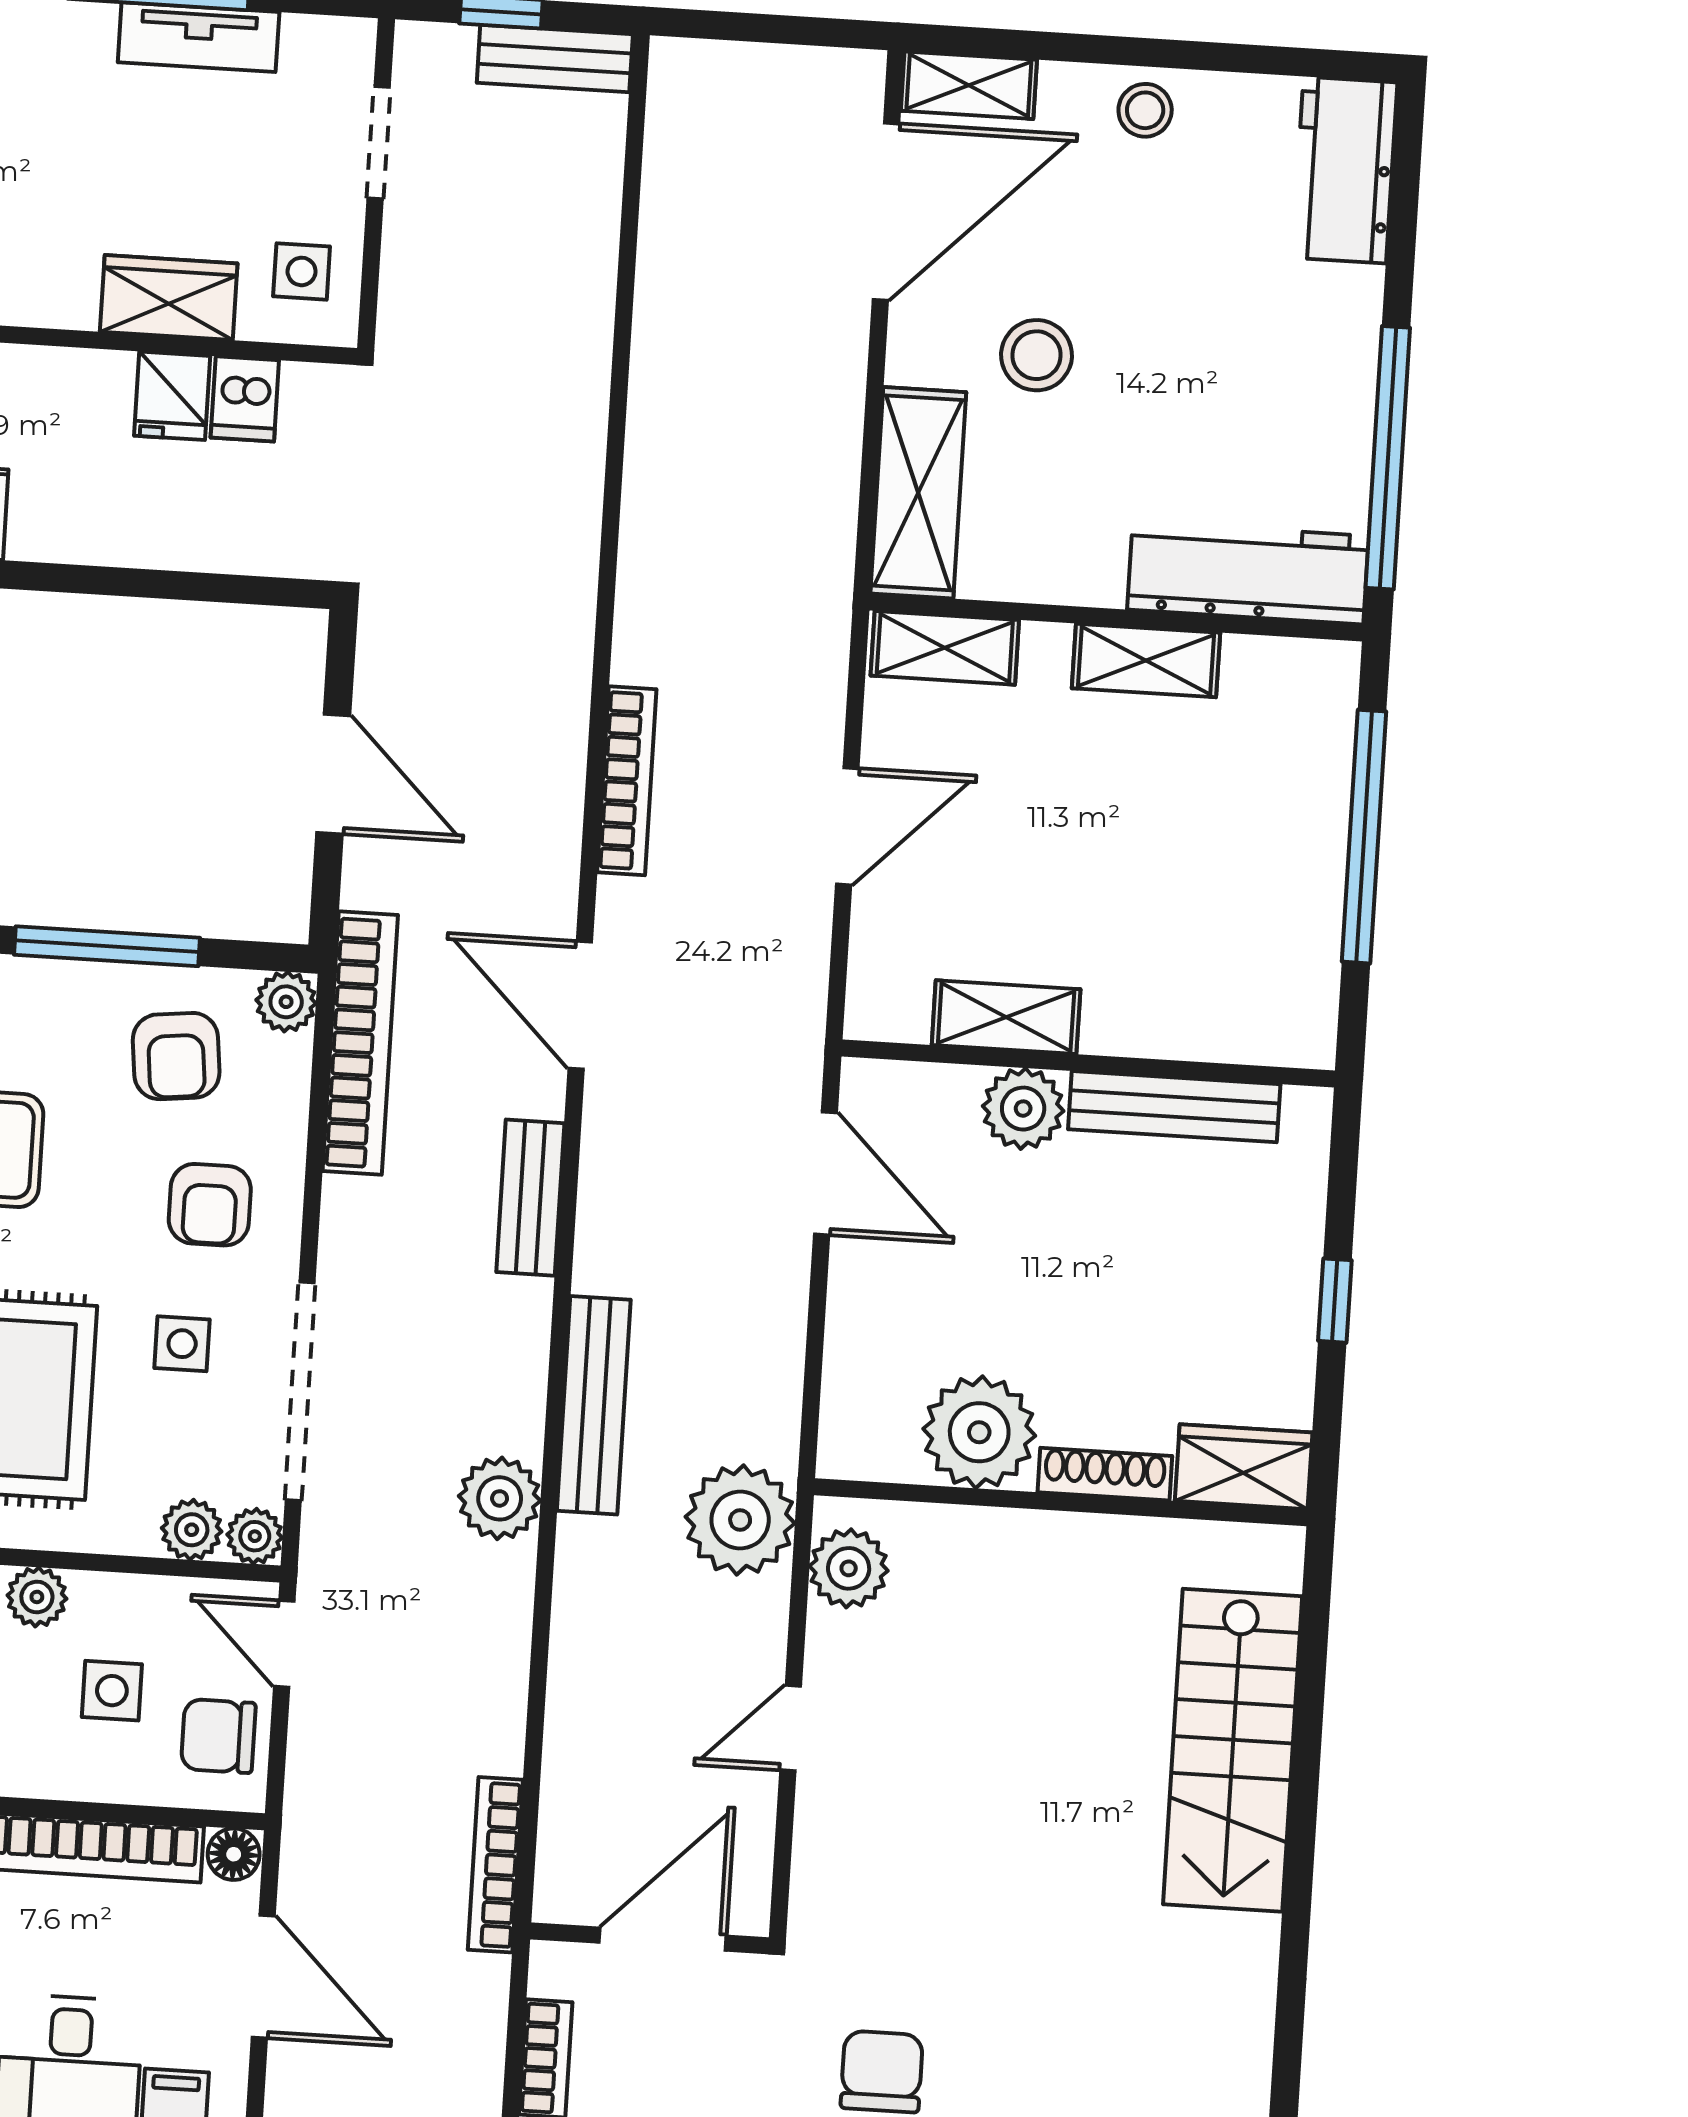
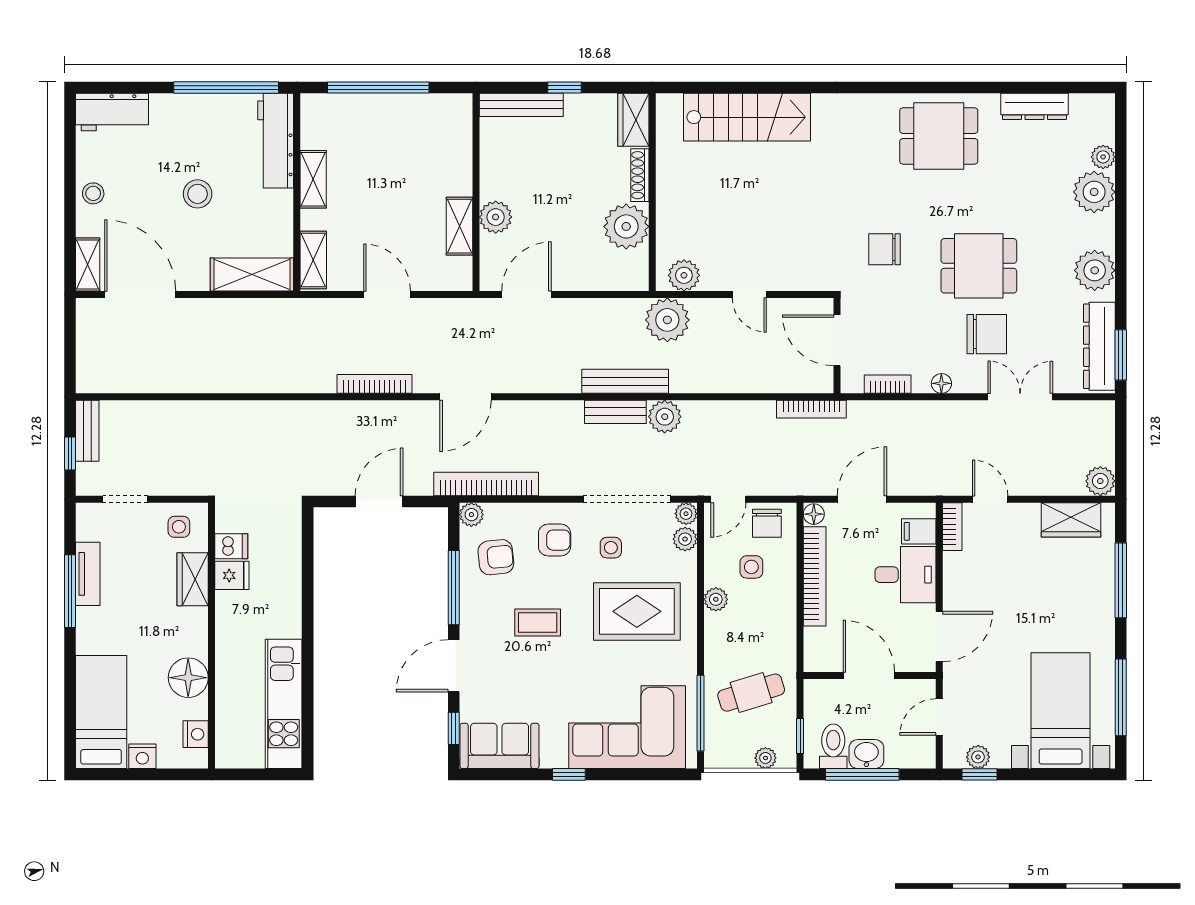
stool: (1037, 355) -> (198, 194), moved
bench: (1174, 1107) -> (521, 105), moved, turned 90
bench: (530, 1198) -> (615, 412), moved

